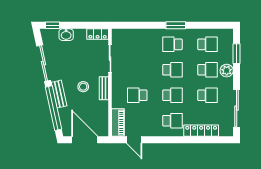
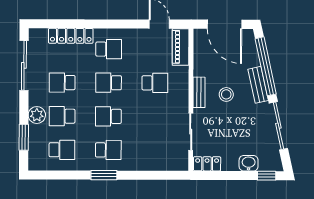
school desk: (208, 44) -> (62, 150), turned 180
school desk: (172, 121) -> (109, 49), turned 180

